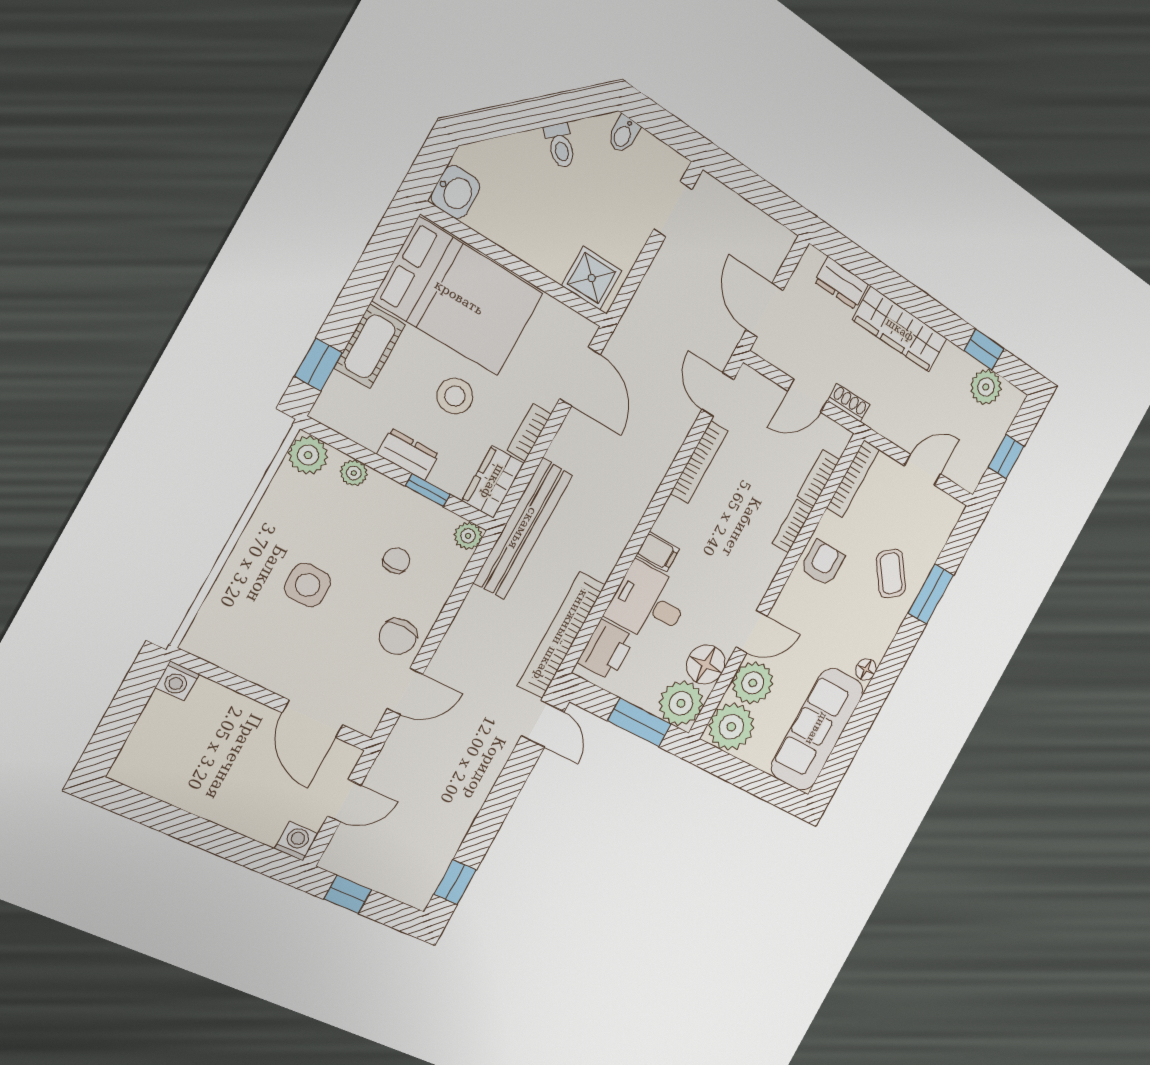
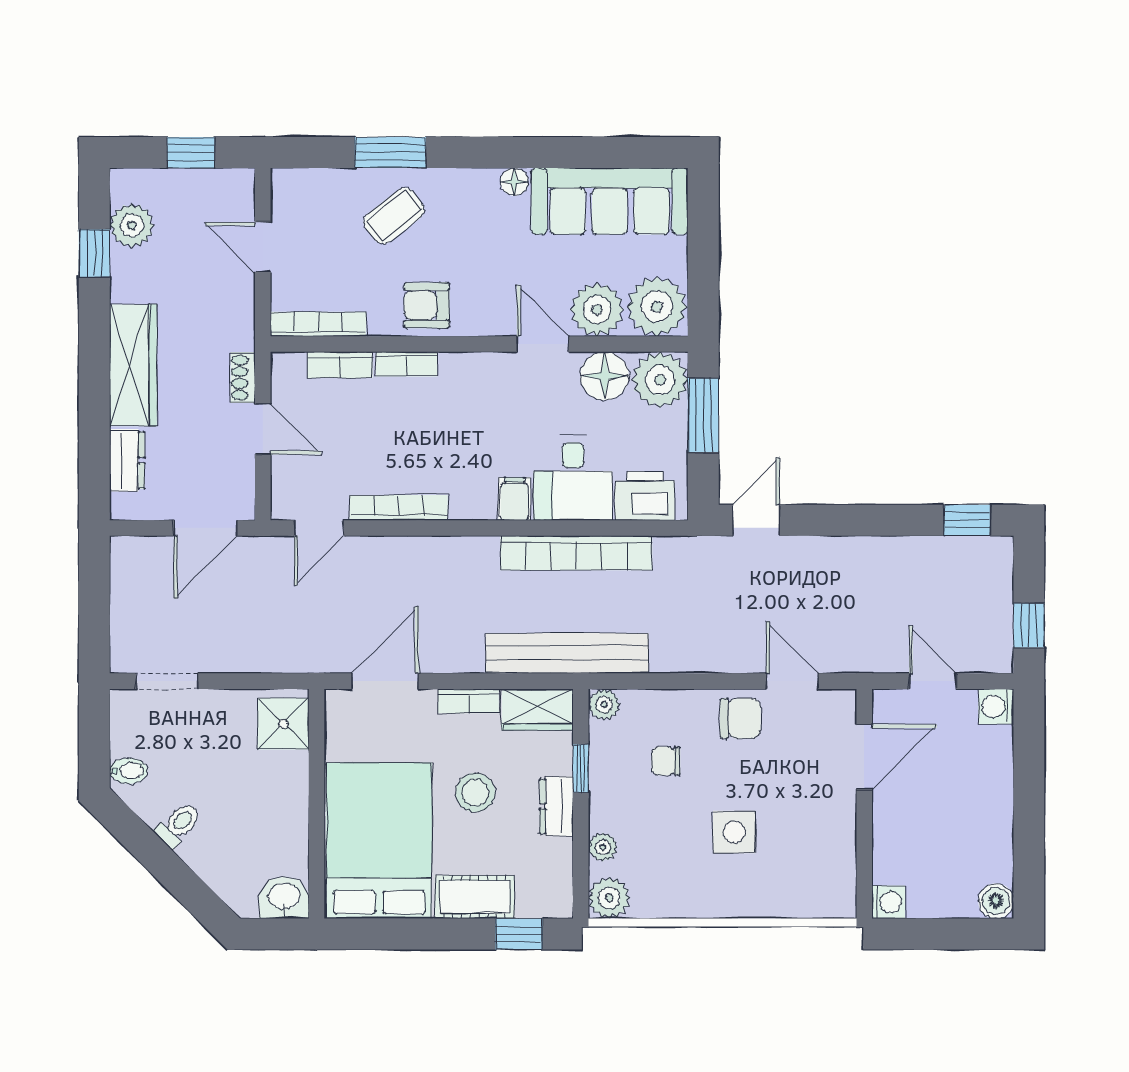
bookcase: (561, 635) -> (576, 553), moved
boiler: (129, 769) -> (996, 901), added

